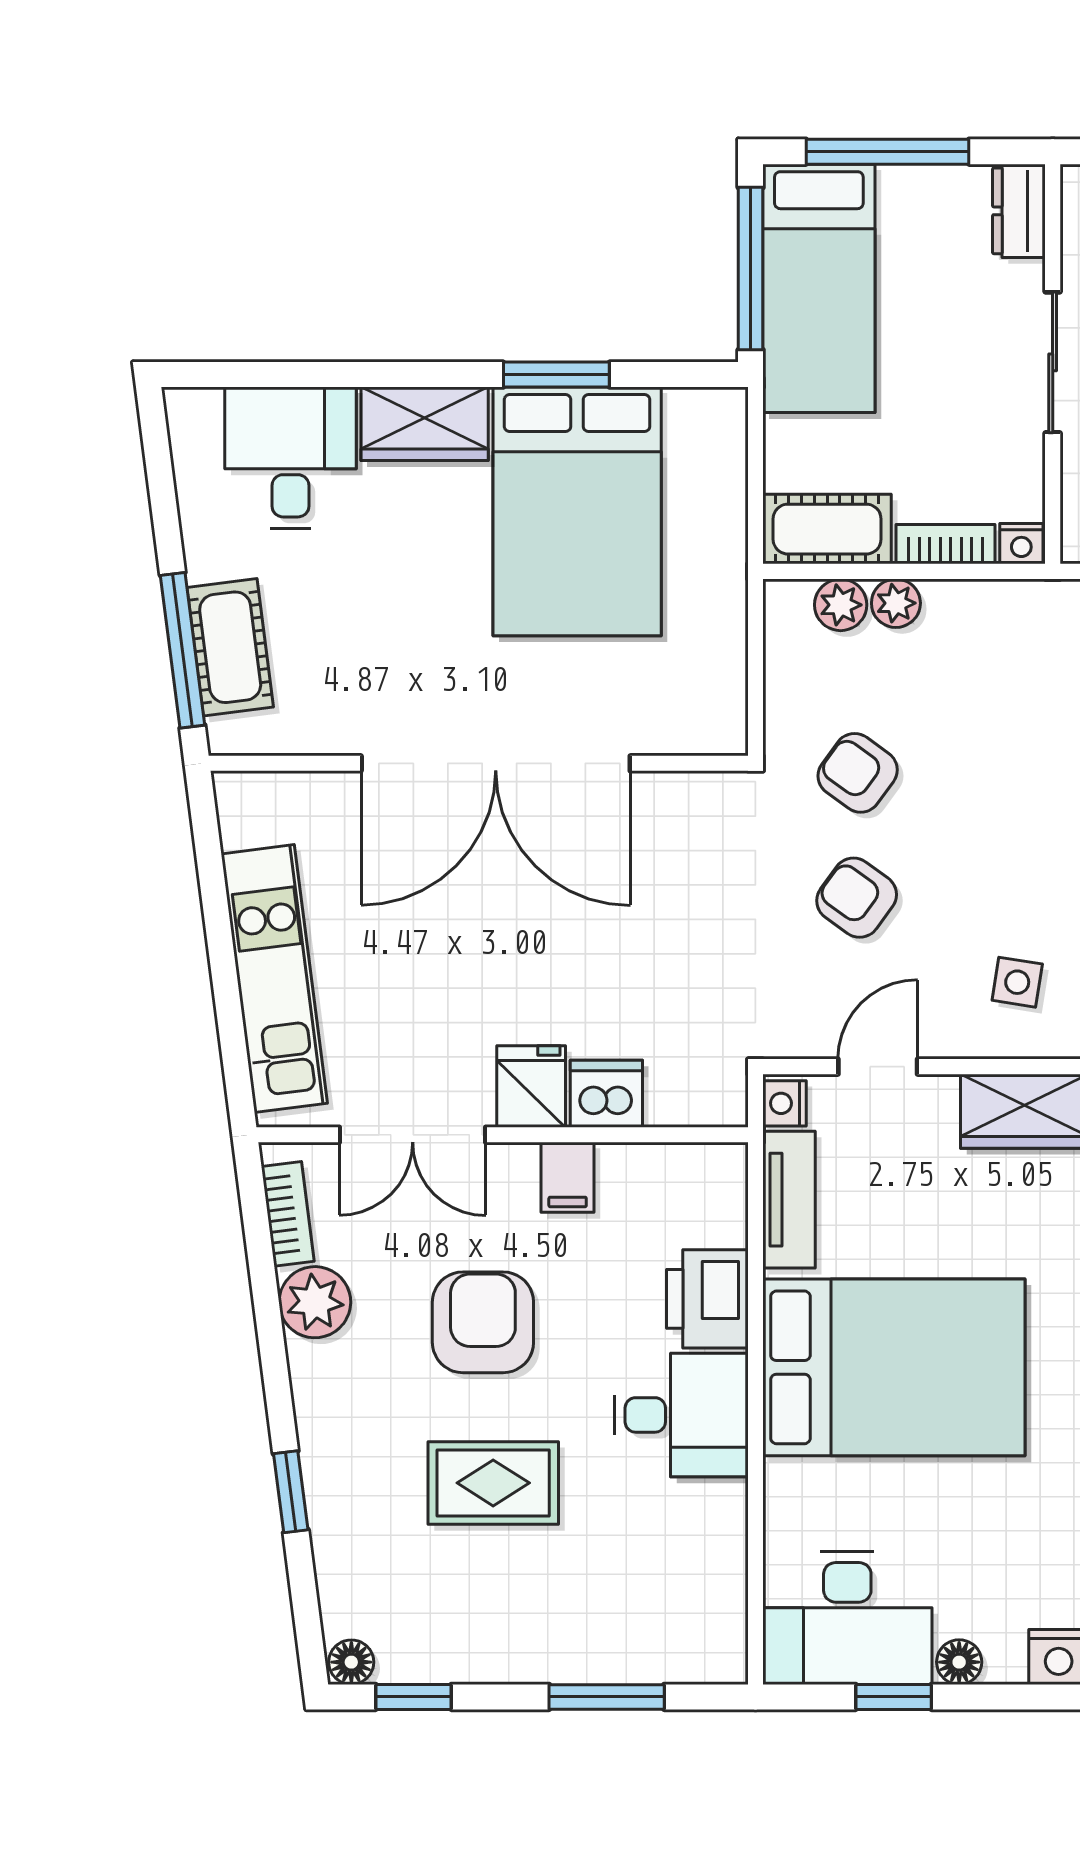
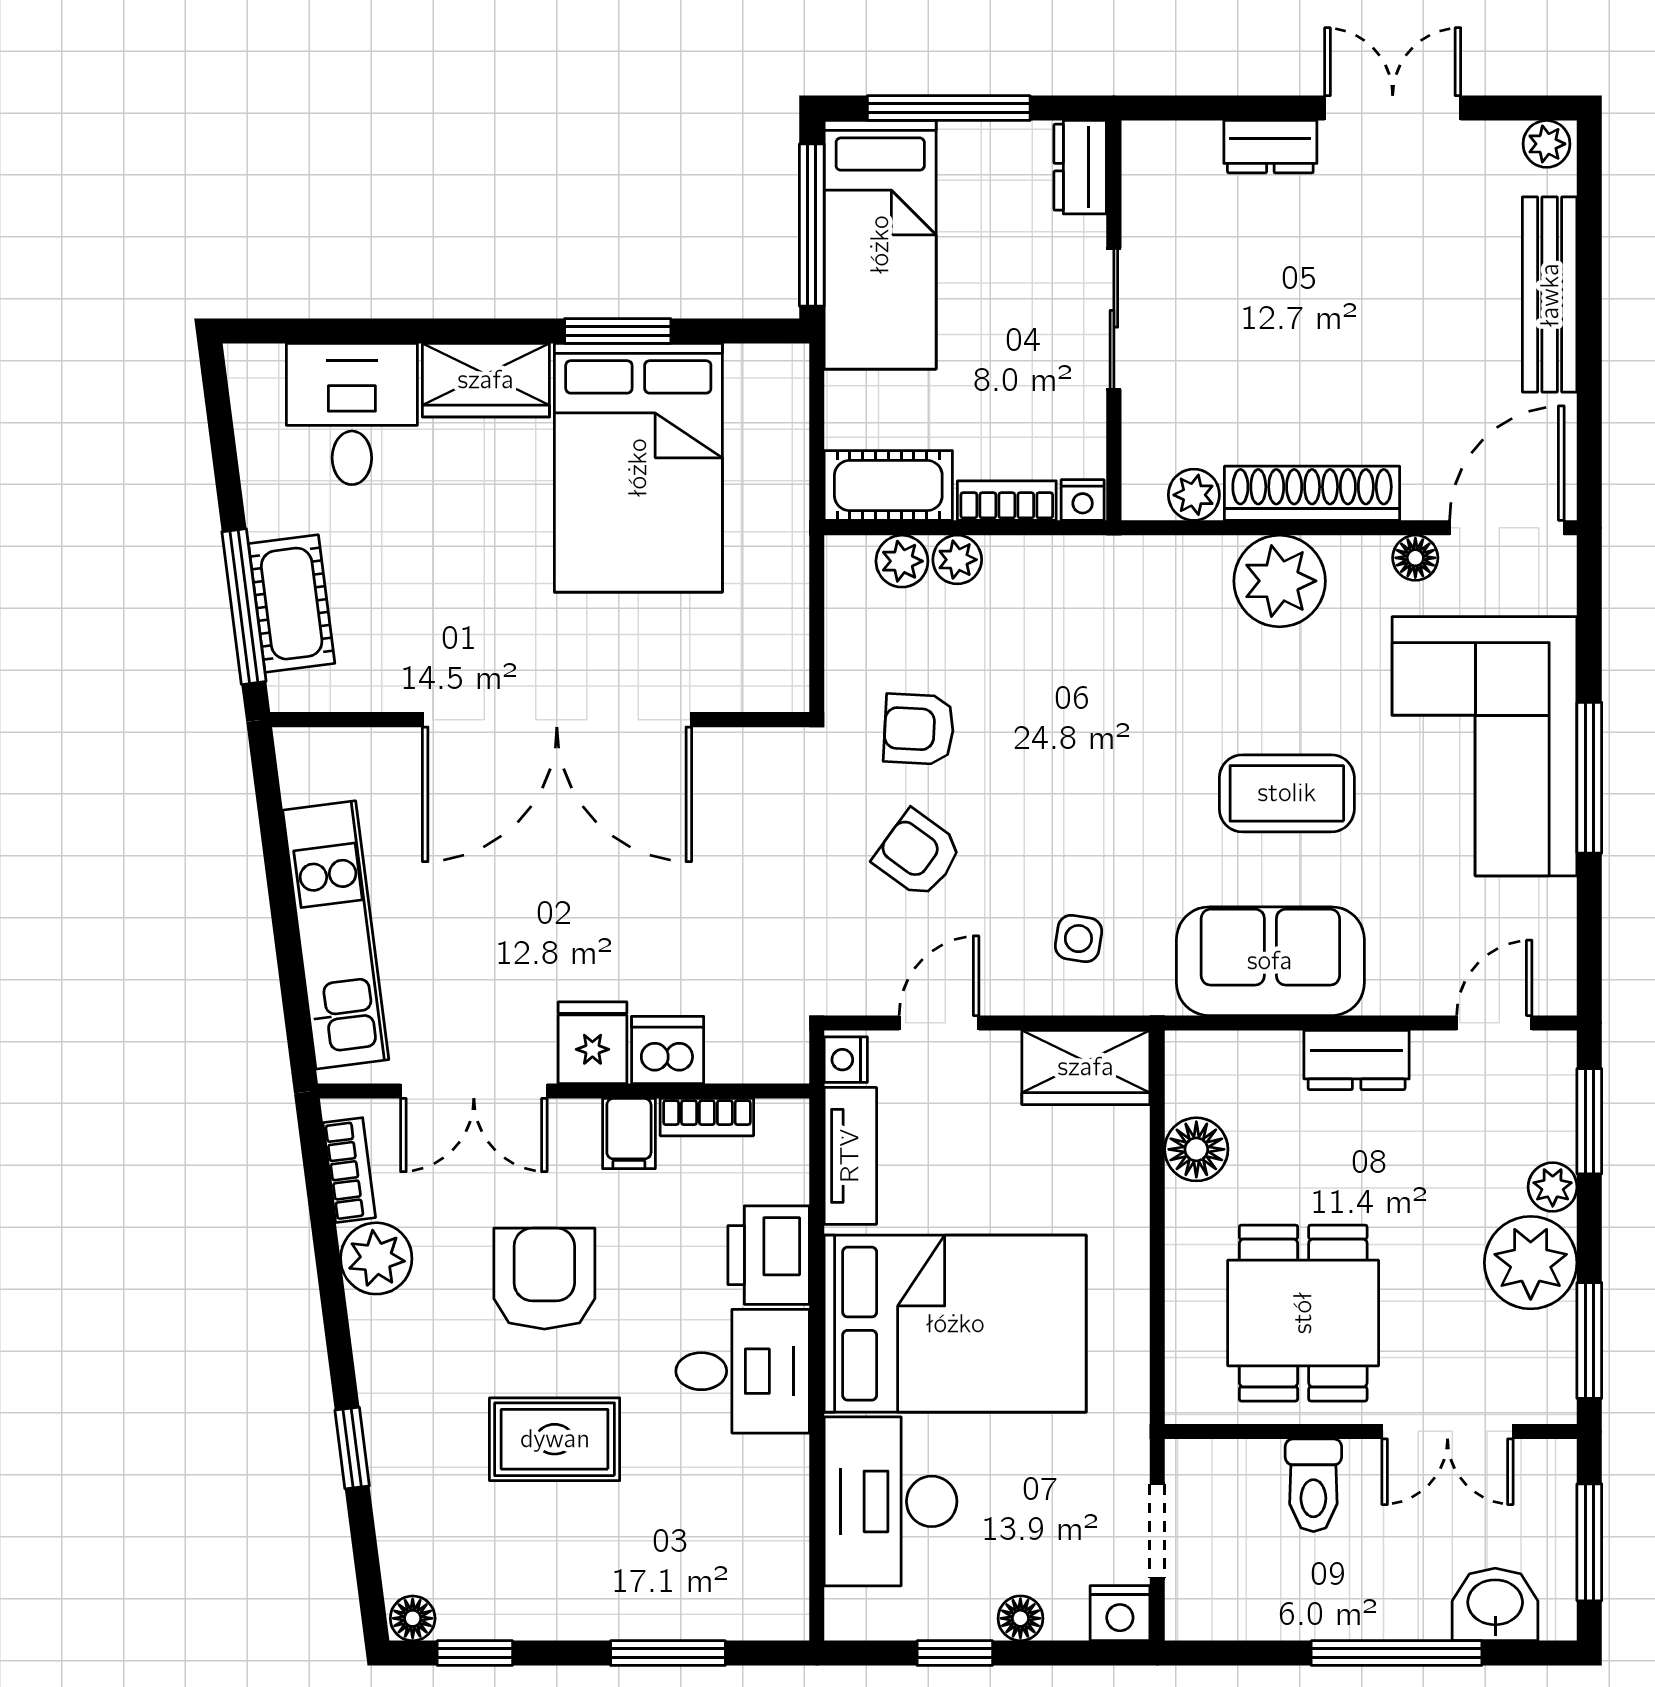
armchair: (858, 773) -> (919, 729), turned -33
bookcase: (646, 1161) -> (707, 1117), added
desk: (847, 1618) -> (891, 1501), moved, turned 90

